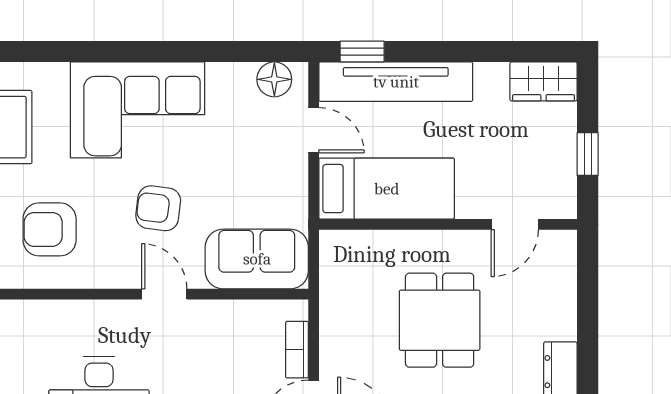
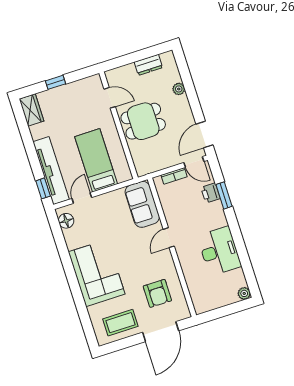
armchair: (158, 208) -> (134, 252), removed
wall: (448, 224) -> (119, 125), moved
door: (515, 224) -> (110, 98), moved

